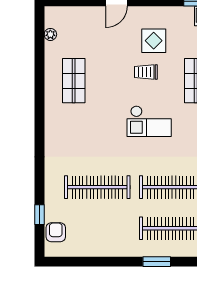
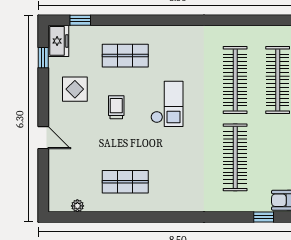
display table: (154, 41) -> (75, 89), moved
trolley: (146, 72) -> (116, 107), turned 180

